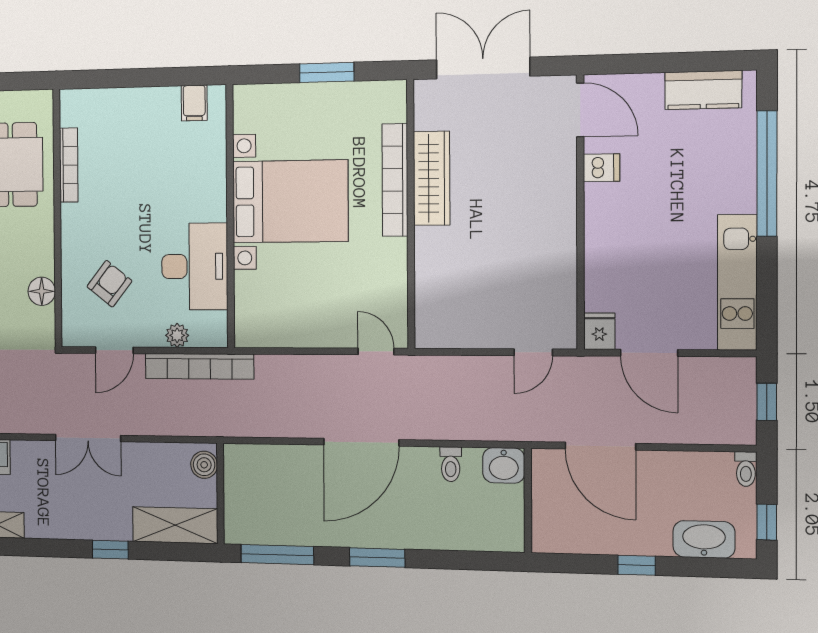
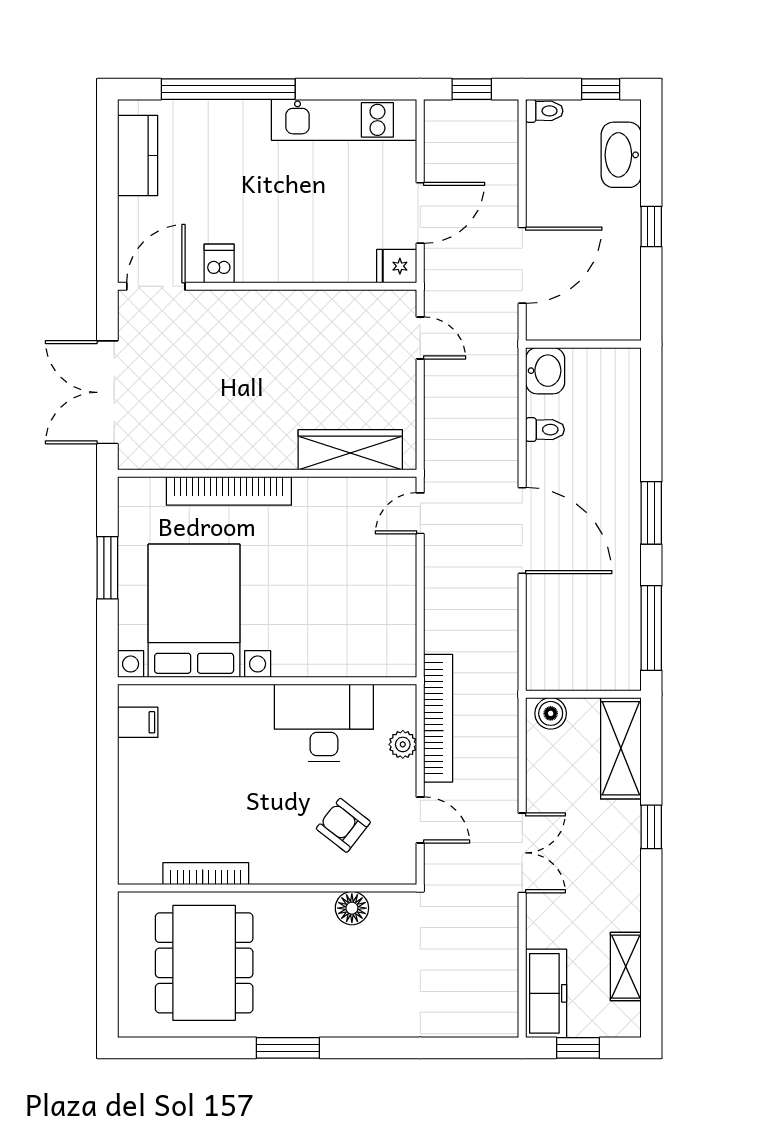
wardrobe: (432, 178) -> (350, 450), moved
bed with nightstands: (290, 201) -> (194, 611), moved

